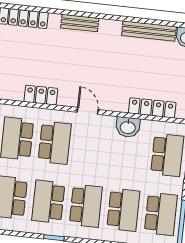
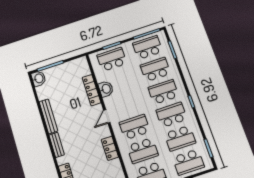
bench: (149, 31) -> (48, 116), moved
locker: (152, 108) -> (92, 90), moved
school desk: (48, 202) -> (172, 115), turned 180

